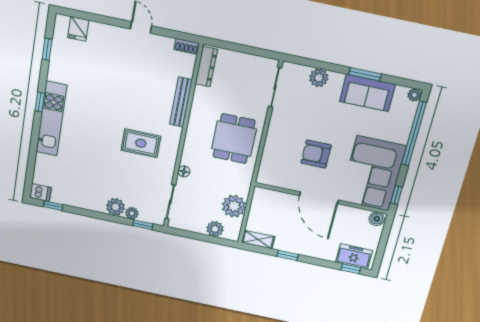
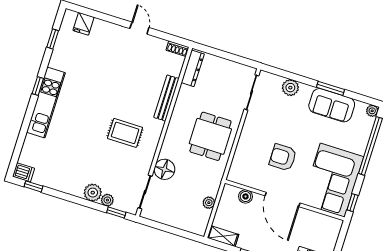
floor lamp: (184, 171) -> (164, 169), width x1.89, depth x1.89
plant: (234, 206) -> (209, 203), width x0.53, depth x0.53
boiler: (377, 219) -> (245, 196), moved
plant: (215, 229) -> (184, 222), removed

